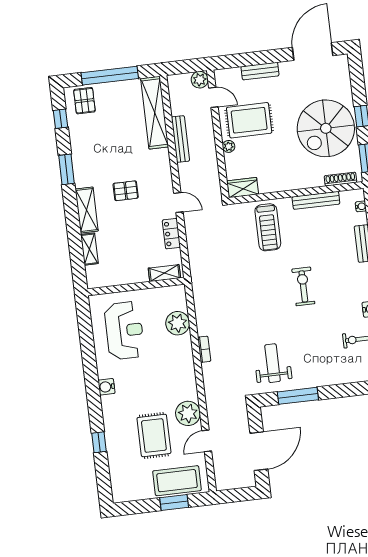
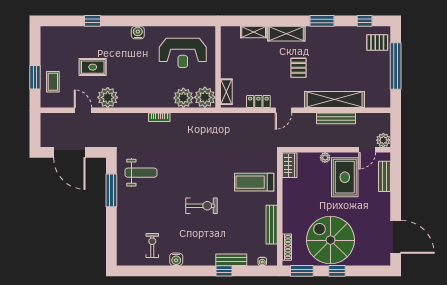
bench: (260, 71) -> (384, 176), moved
shelving: (155, 113) -> (335, 100), moved
plant: (174, 298) -> (205, 97), added
rug: (154, 435) -> (93, 67), width x0.73, depth x0.70
coffee table: (177, 481) -> (53, 82), width x0.54, depth x0.58

